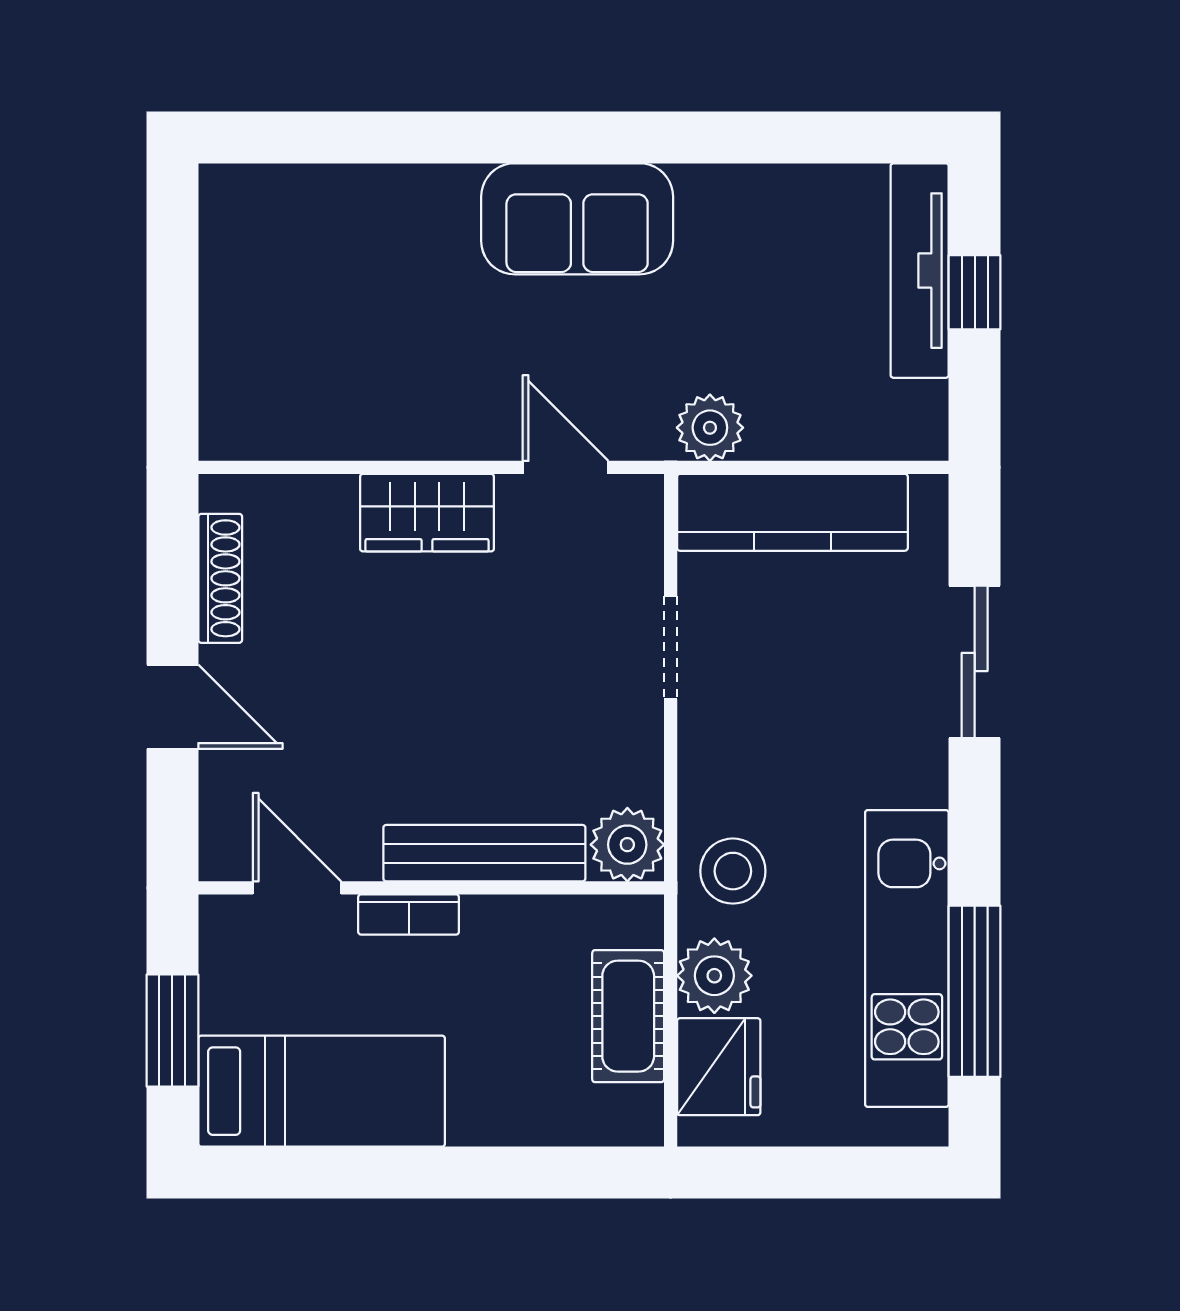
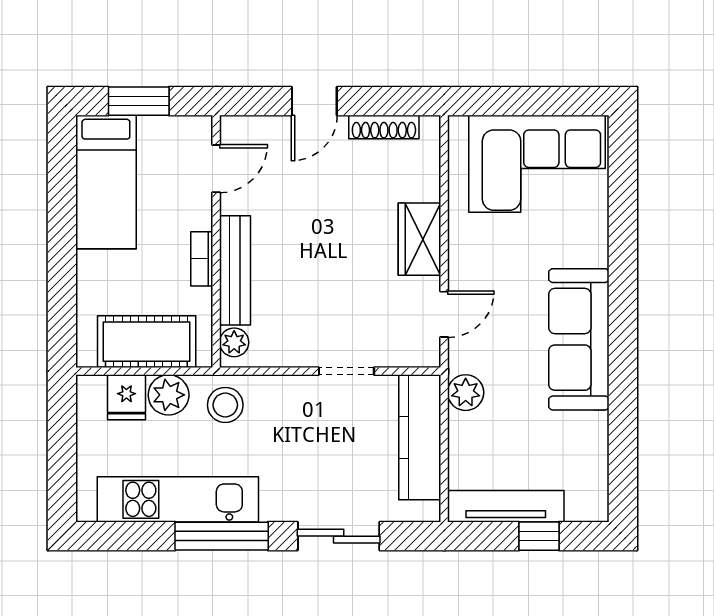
sofa: (577, 219) -> (579, 339), width x1.36
tv unit: (920, 271) -> (506, 506), moved
corner sofa: (288, 296) -> (537, 164), added
plant: (627, 845) -> (234, 342), width x0.73, depth x0.73
bookcase: (409, 914) -> (202, 259), moved
window: (975, 991) -> (222, 536), moved
cot: (628, 1016) -> (147, 342), width x1.37, depth x1.34
fridge: (719, 1067) -> (126, 397), width x0.72

